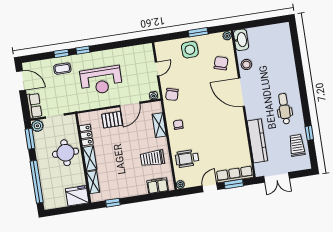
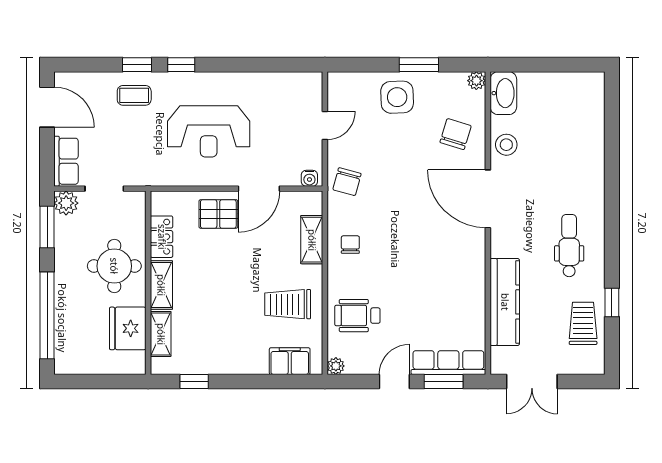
fridge: (77, 196) -> (128, 328), moved, turned -90

